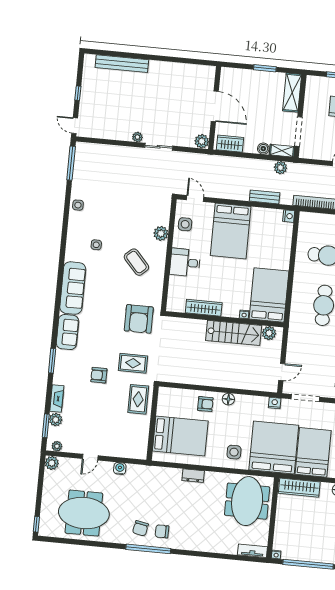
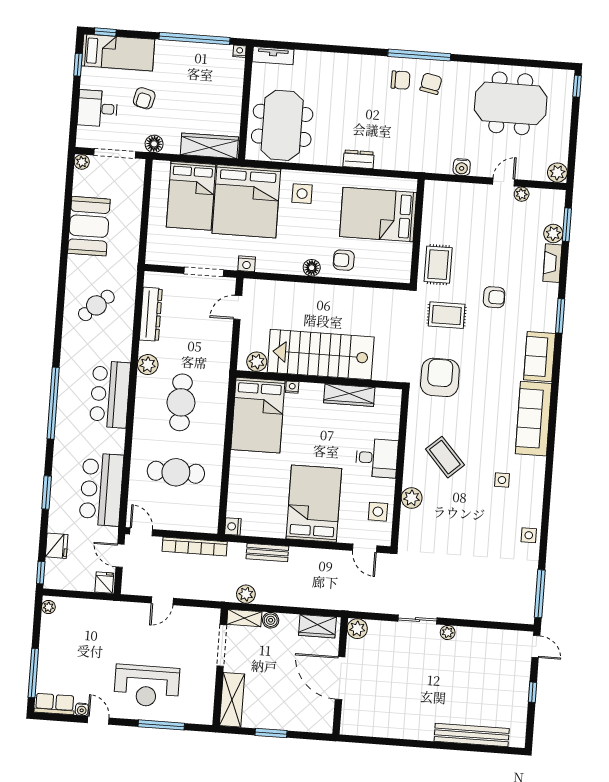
stairs: (234, 333) -> (321, 355), width x1.36, depth x1.51
plant: (57, 446) -> (522, 194), moved

